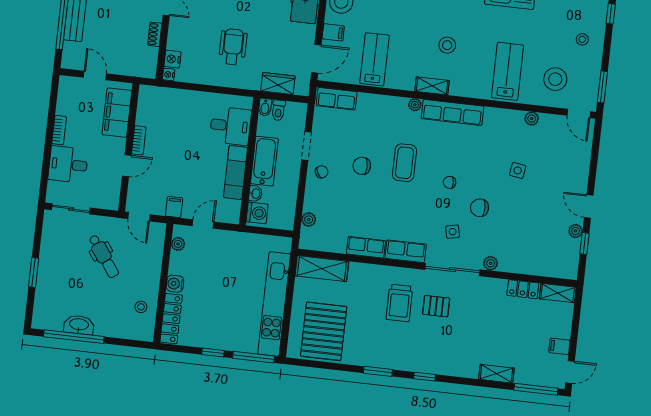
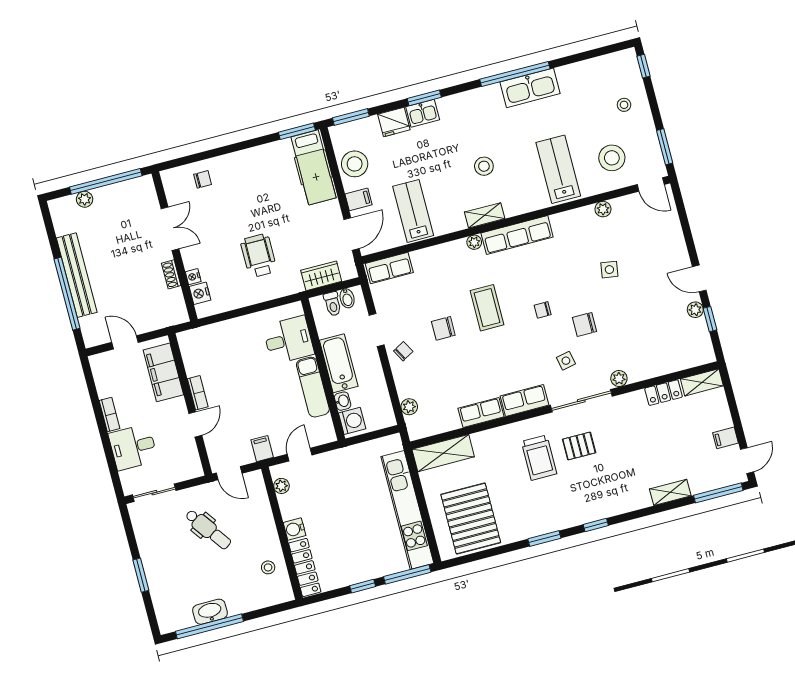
nightstand: (169, 74) -> (193, 277), moved
bidet: (265, 107) -> (347, 298), moved

